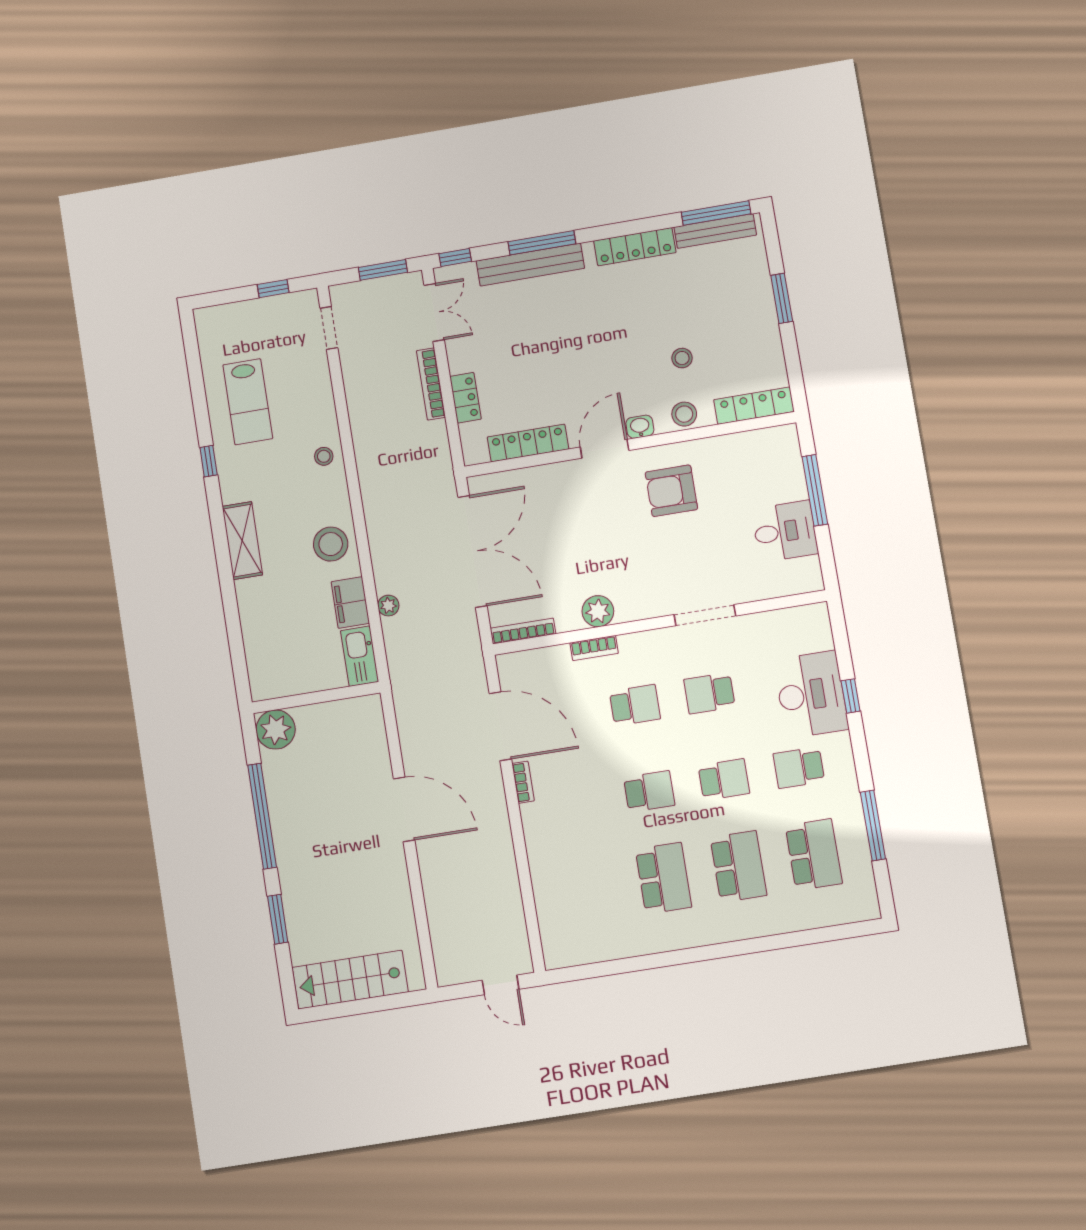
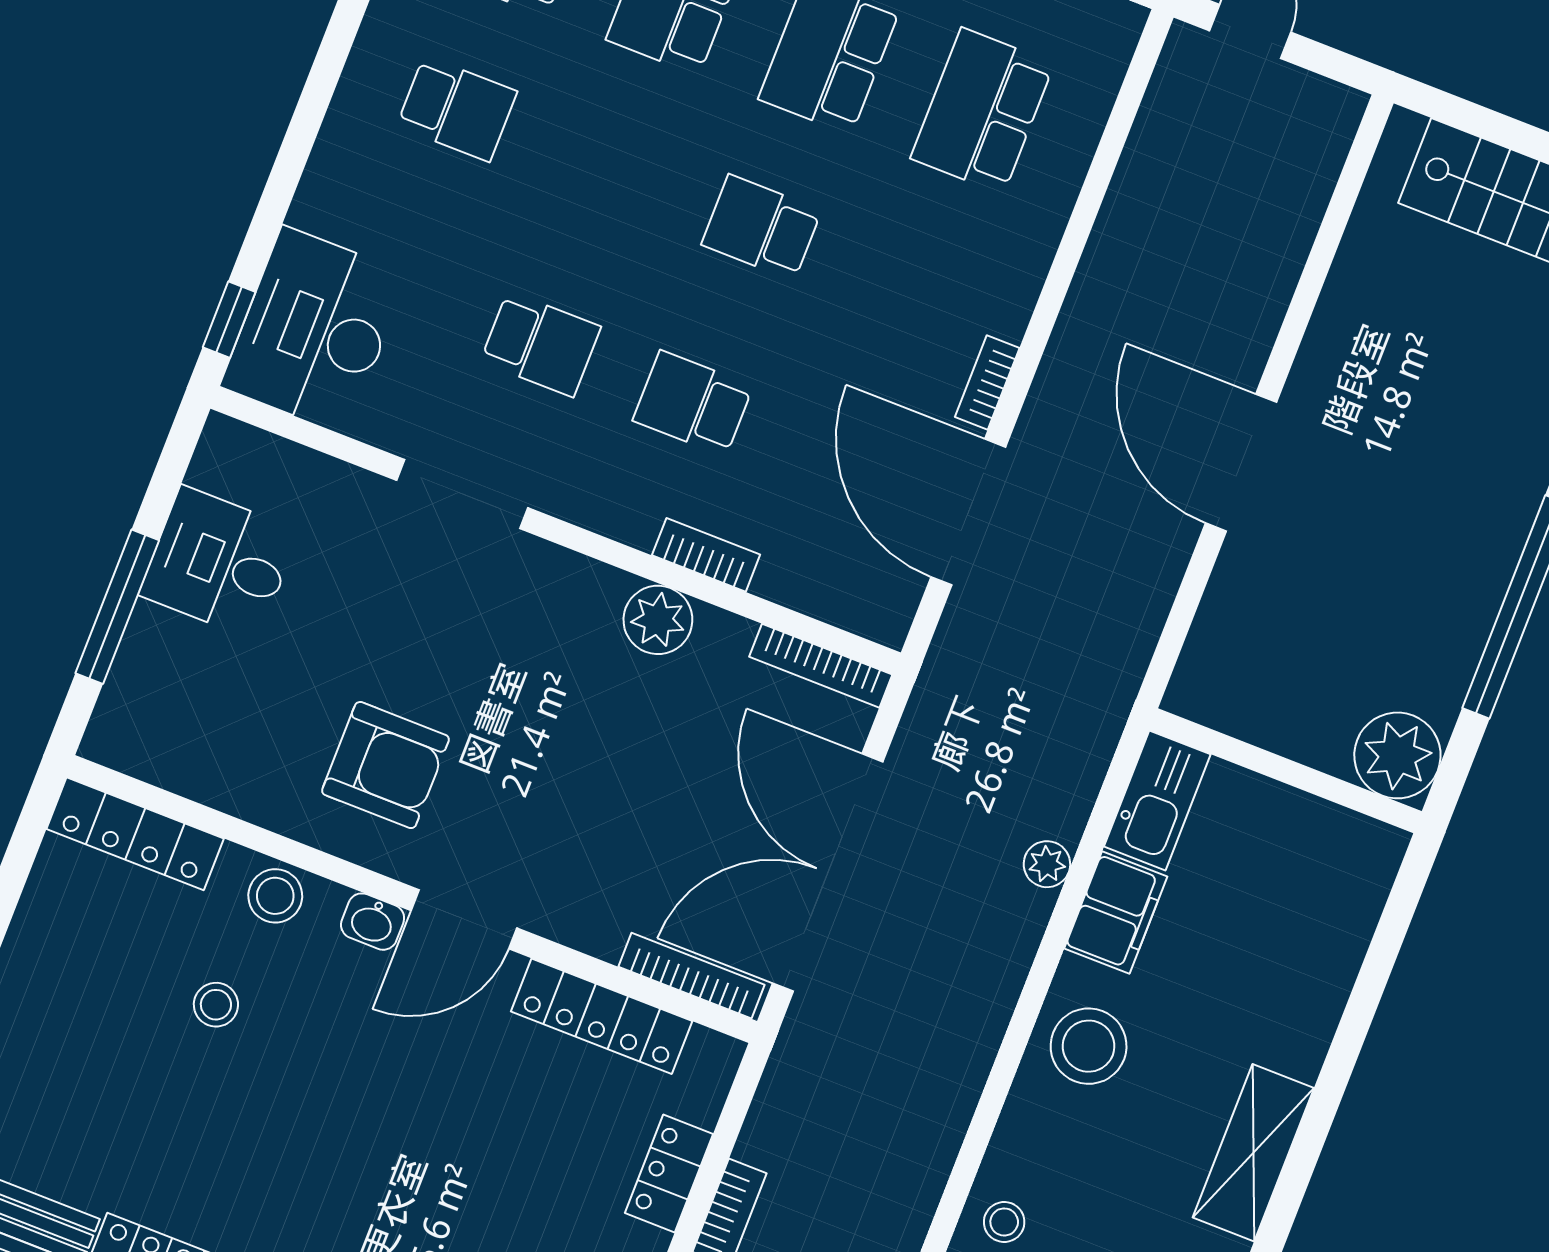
bookcase: (502, 480) -> (691, 976), added
desk: (811, 694) -> (314, 330), moved
window: (851, 696) -> (229, 320), moved
school desk: (724, 780) -> (982, 111), moved, width x1.85

